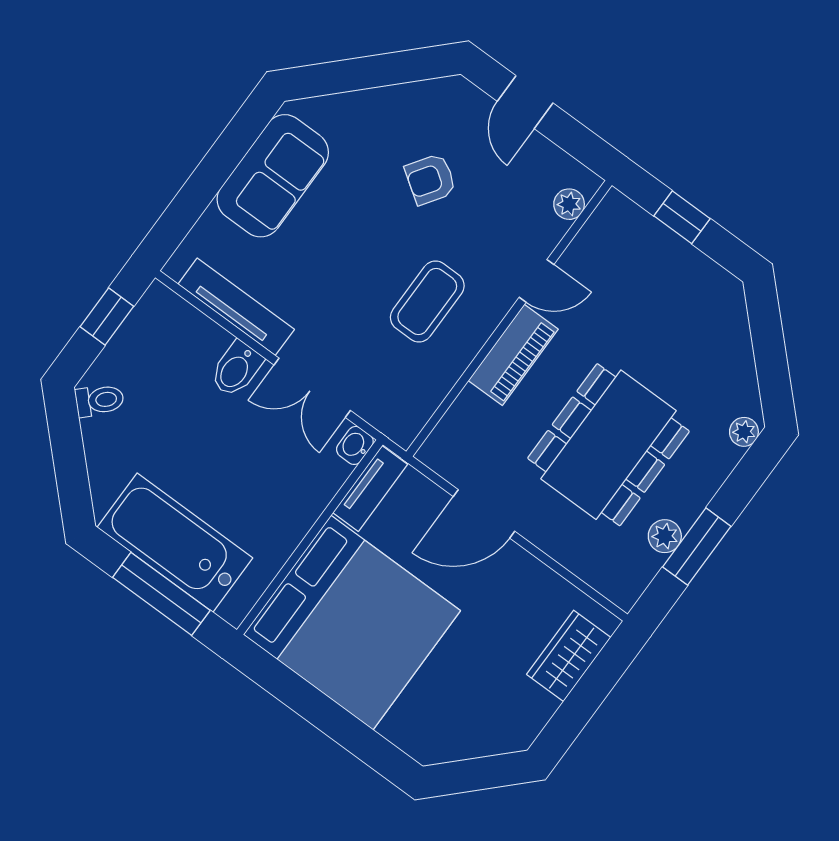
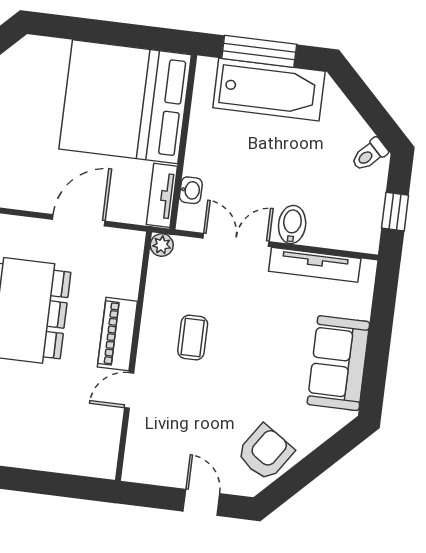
armchair: (430, 179) -> (265, 452), moved, width x1.38, depth x1.38
plant: (569, 204) -> (162, 245), moved
window: (682, 217) -> (58, 484), removed
coffee table: (427, 302) -> (193, 338), width x0.73, depth x0.77
washbasin: (355, 445) -> (191, 190), moved

